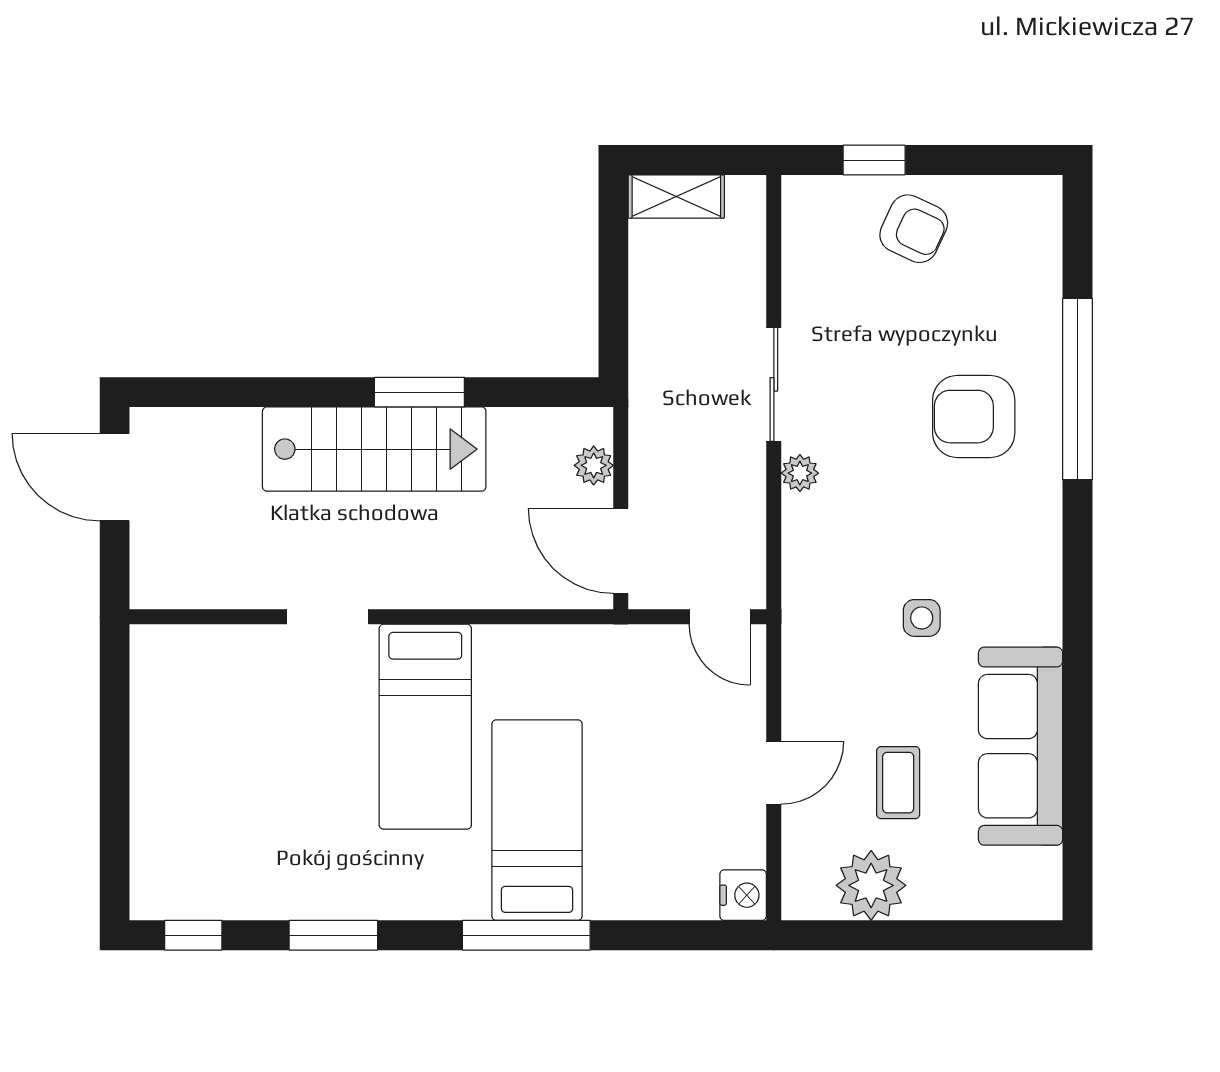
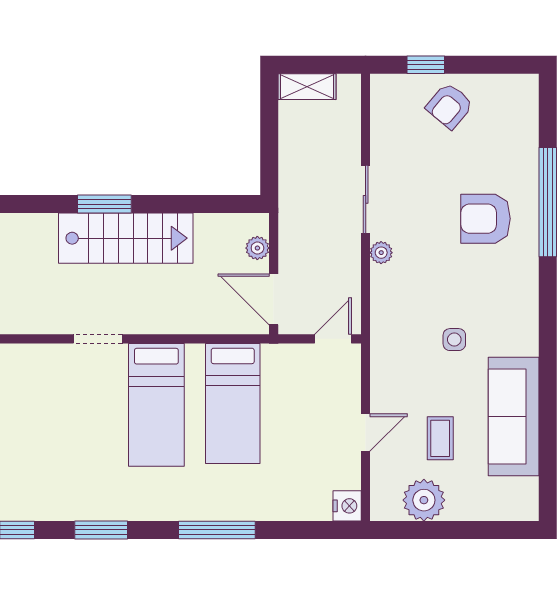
armchair: (914, 229) -> (450, 106), turned 105
window: (419, 392) -> (104, 204), moved
door: (720, 617) -> (333, 339), swing flipped
bed: (537, 820) -> (233, 404), moved, turned 180

